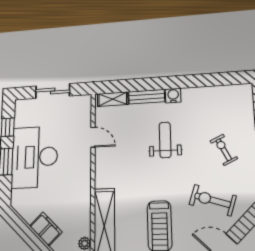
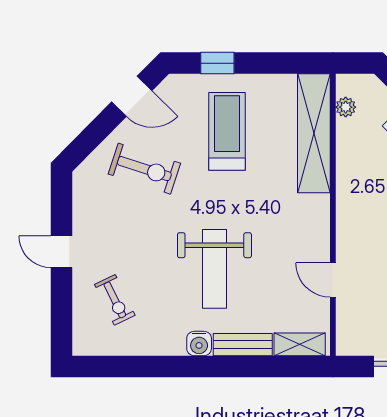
weight bench: (165, 140) -> (214, 269), width x1.36, depth x1.33
exercise bike: (224, 150) -> (115, 300), moved

